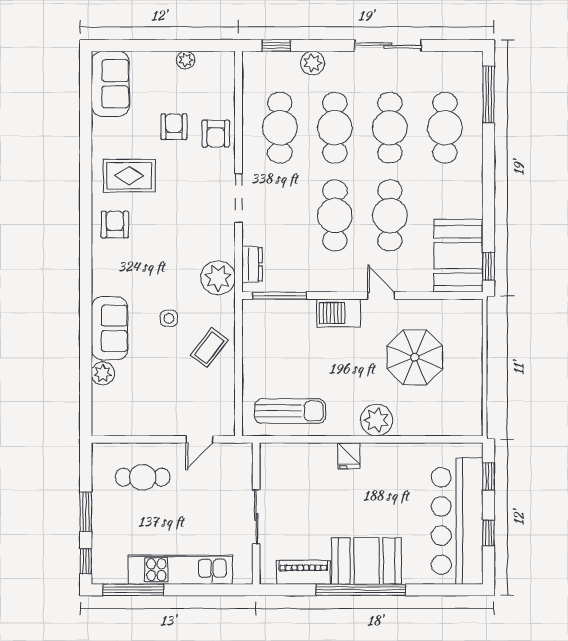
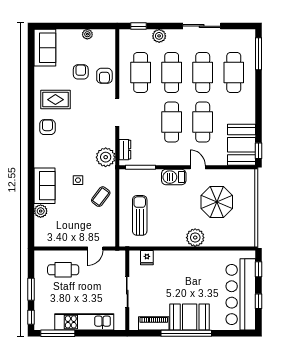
sun lounger: (290, 411) -> (140, 215), moved, turned -90
fridge: (349, 456) -> (147, 258), moved

